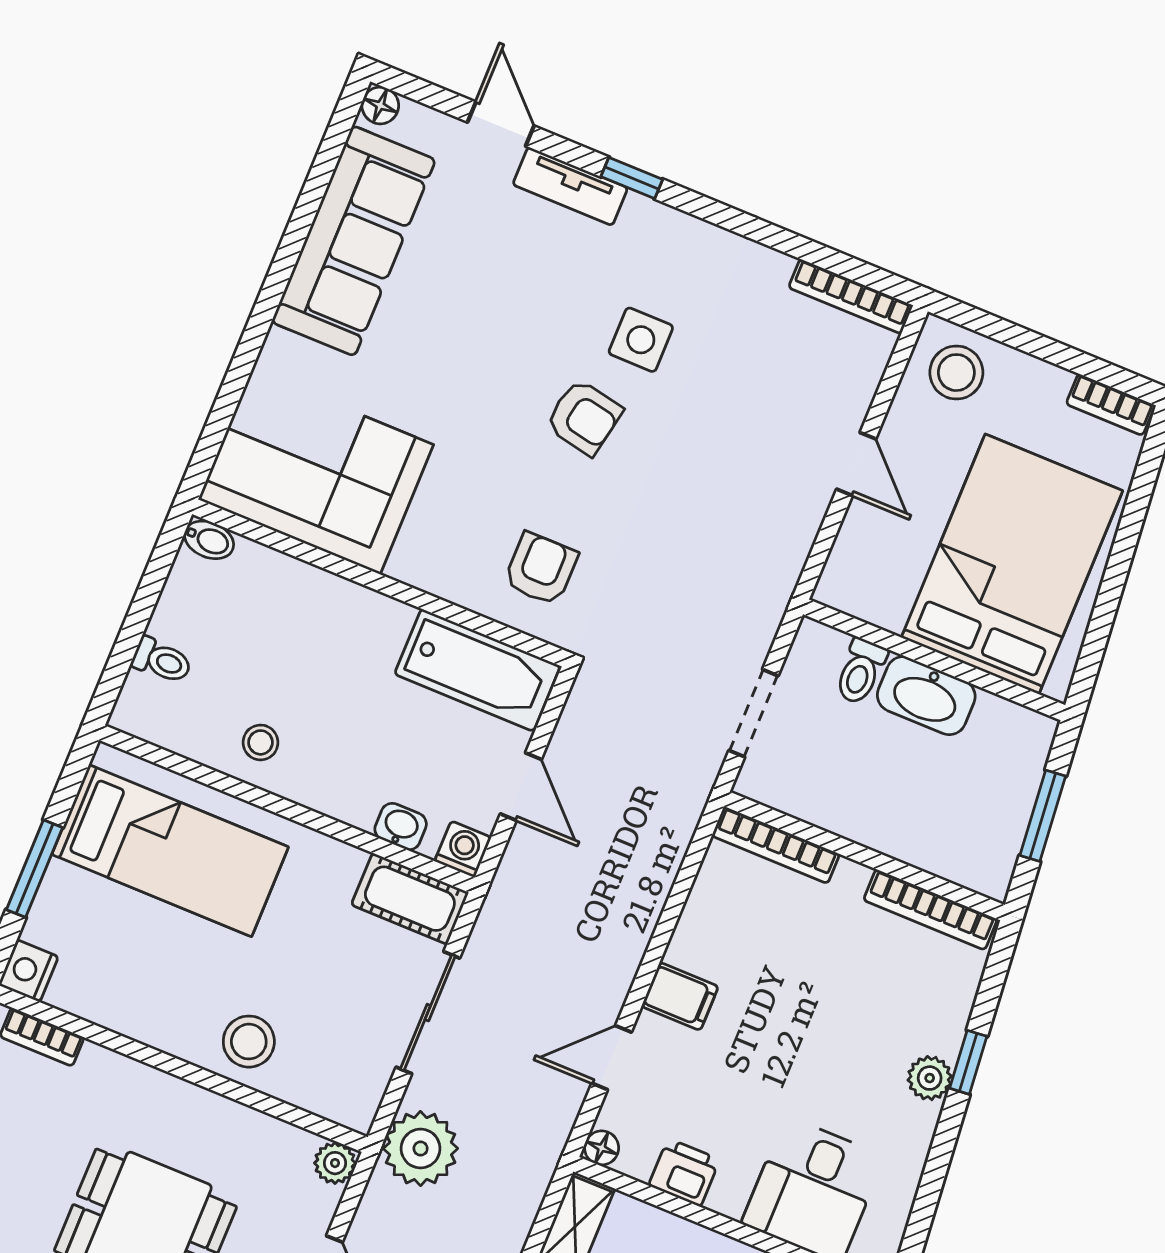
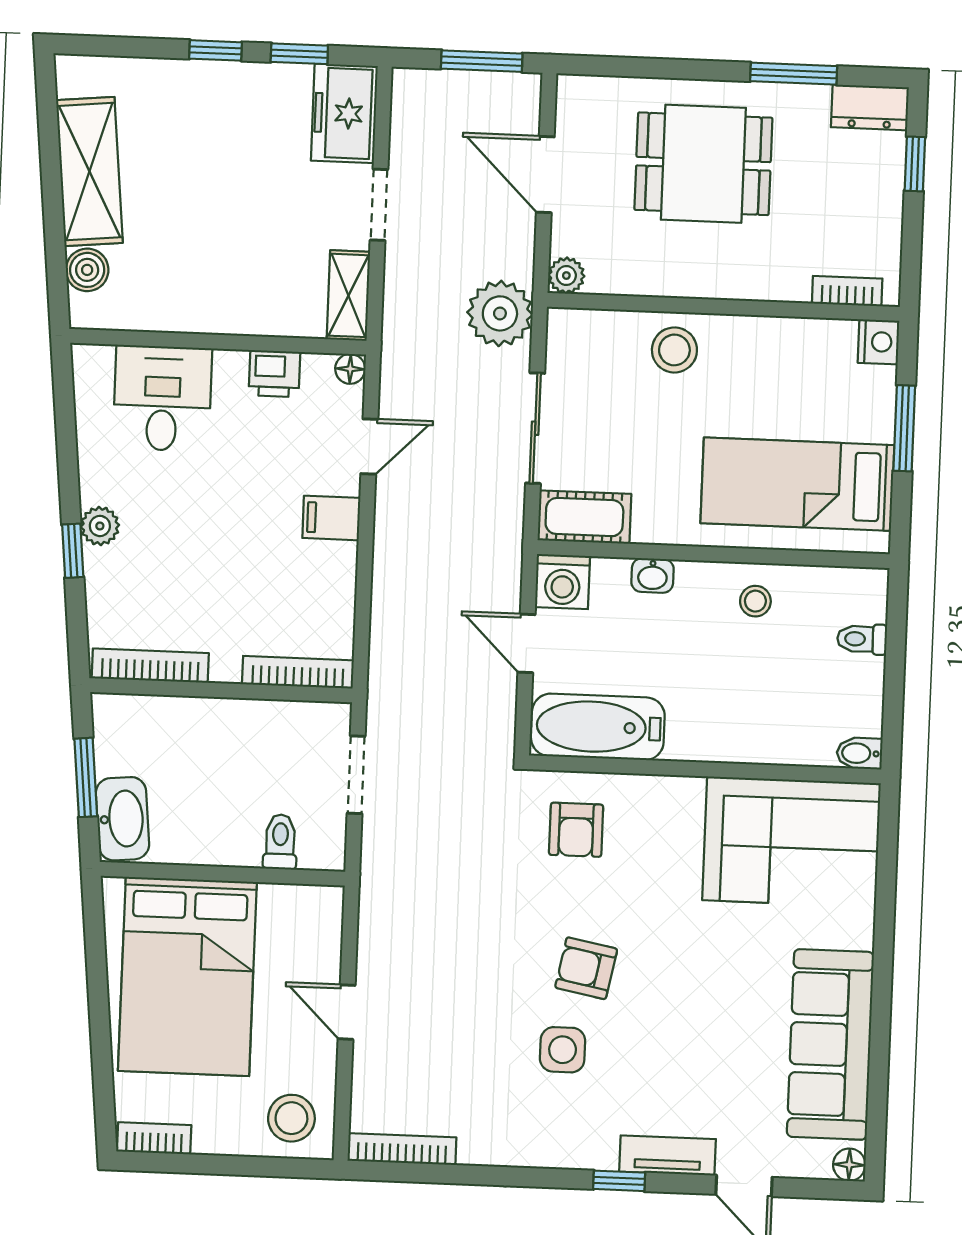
washbasin: (926, 696) -> (122, 819), moved, turned 84
washbasin: (401, 827) -> (653, 575), moved
washing machine: (463, 849) -> (562, 582), width x1.38, depth x1.38

